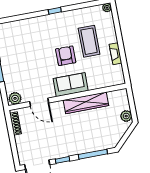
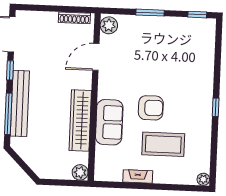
sofa: (71, 85) -> (109, 122), moved
plant: (126, 116) -> (80, 172), moved
bench: (84, 148) -> (20, 103), added

